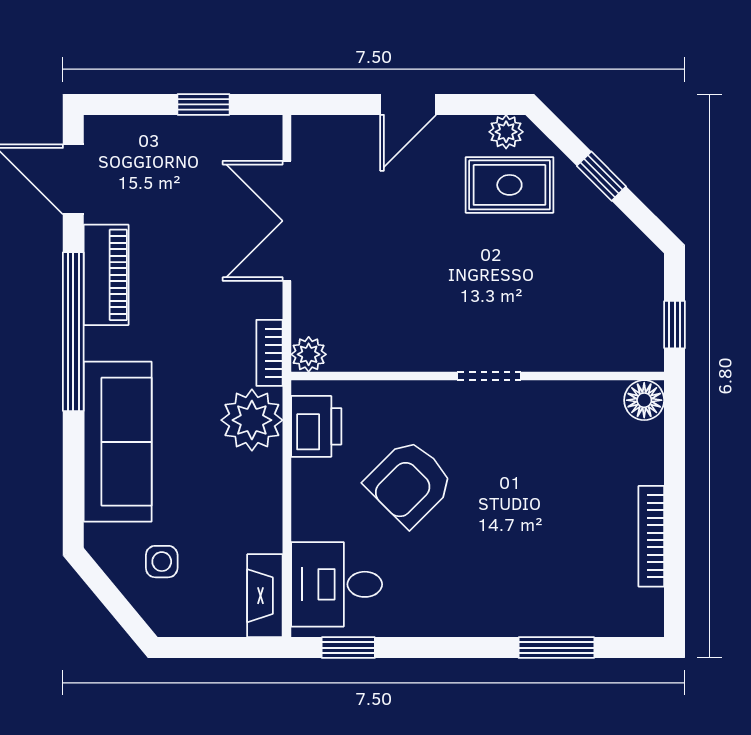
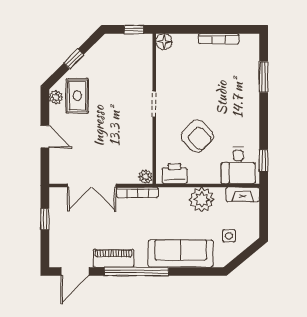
bookcase: (270, 353) -> (137, 192), width x1.56
plant: (252, 420) -> (202, 200), moved

